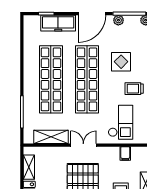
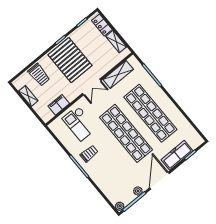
display table: (121, 62) -> (113, 164), removed
filing cabinet: (125, 154) -> (59, 105), width x2.00

